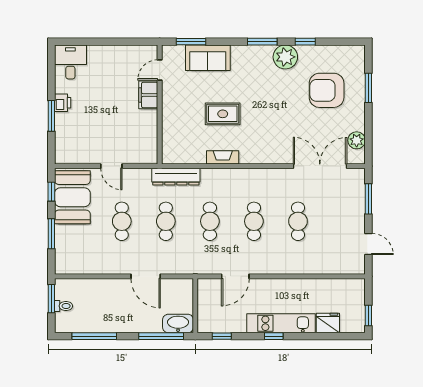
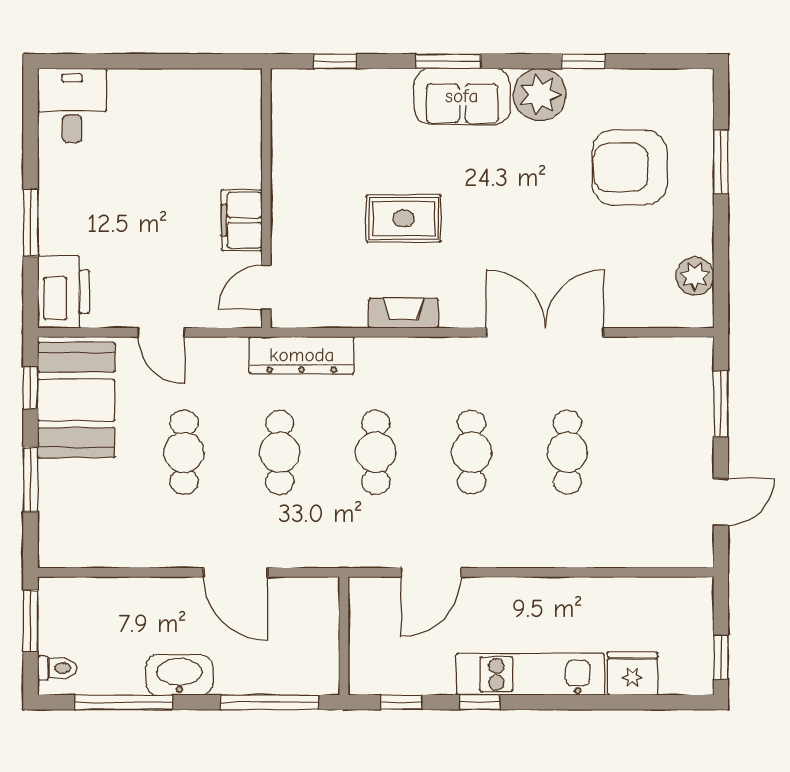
window: (191, 42) -> (335, 61), width x0.67
window: (262, 42) -> (448, 61), moved
sofa: (208, 58) -> (462, 96), moved
door: (160, 70) -> (266, 287), moved
filing cabinet: (148, 95) -> (242, 220), moved
printer: (63, 103) -> (64, 292), moved, width x1.87, depth x1.48
double door: (320, 166) -> (545, 332), moved
door: (368, 244) -> (721, 502), hinge flipped
toilet: (64, 306) -> (57, 668), moved
washbasin: (178, 324) -> (179, 675), moved
window: (274, 336) -> (479, 702), moved

